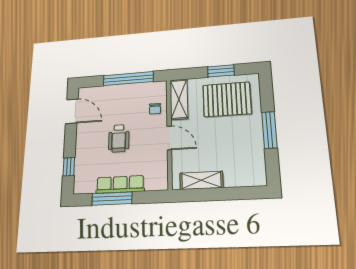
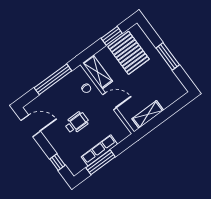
pallet: (227, 99) -> (129, 53), turned 90
wheelchair: (119, 138) -> (77, 123), turned -90

